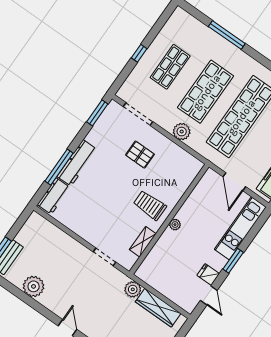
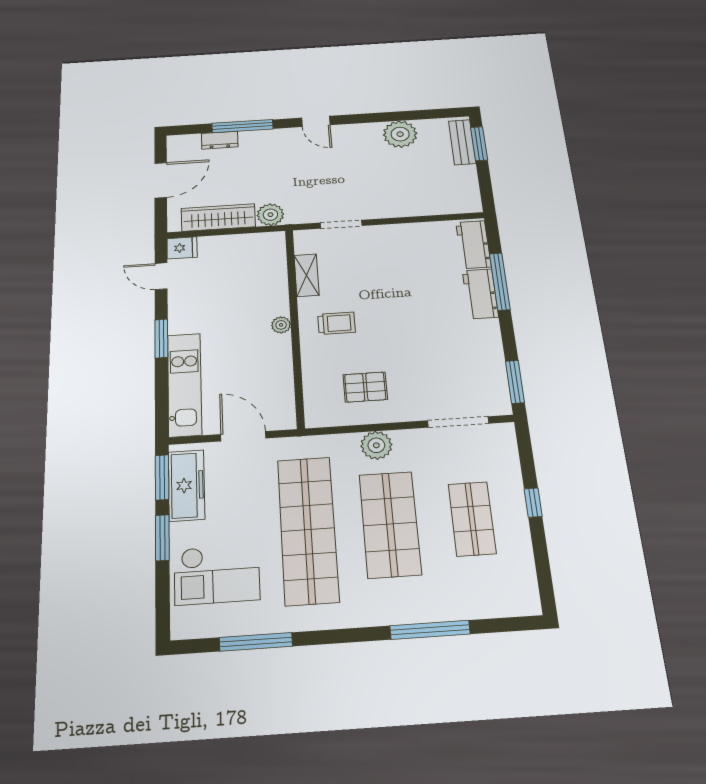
pallet: (140, 155) -> (365, 387), moved
workbench: (77, 163) -> (480, 294), width x0.73
trolley: (150, 205) -> (337, 323), width x0.73, depth x0.72
fridge: (208, 275) -> (182, 248), moved

